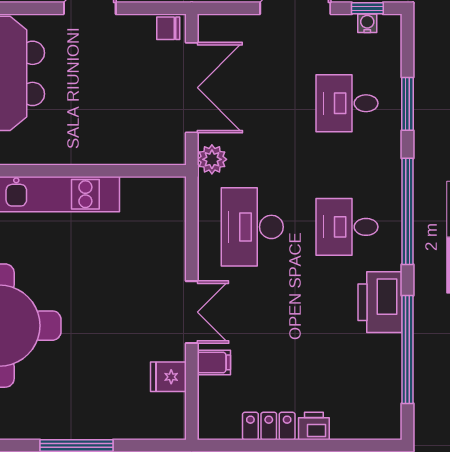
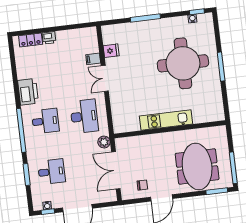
chair: (168, 28) -> (142, 185), moved
window: (408, 350) -> (14, 74), removed
locker: (269, 426) -> (31, 40), moved

